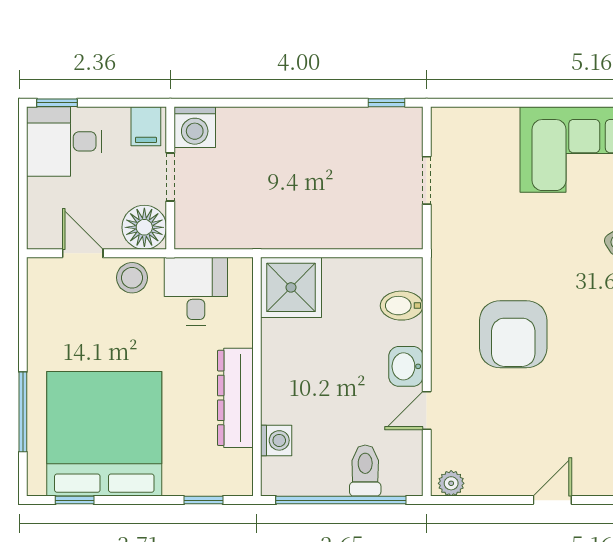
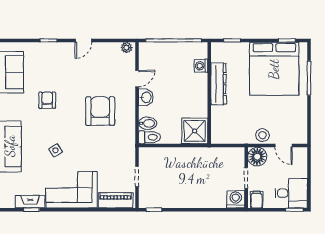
piano: (477, 125) -> (116, 200), added
desk: (196, 291) -> (235, 129), removed
toilet: (365, 471) -> (150, 137), moved, turned -90

